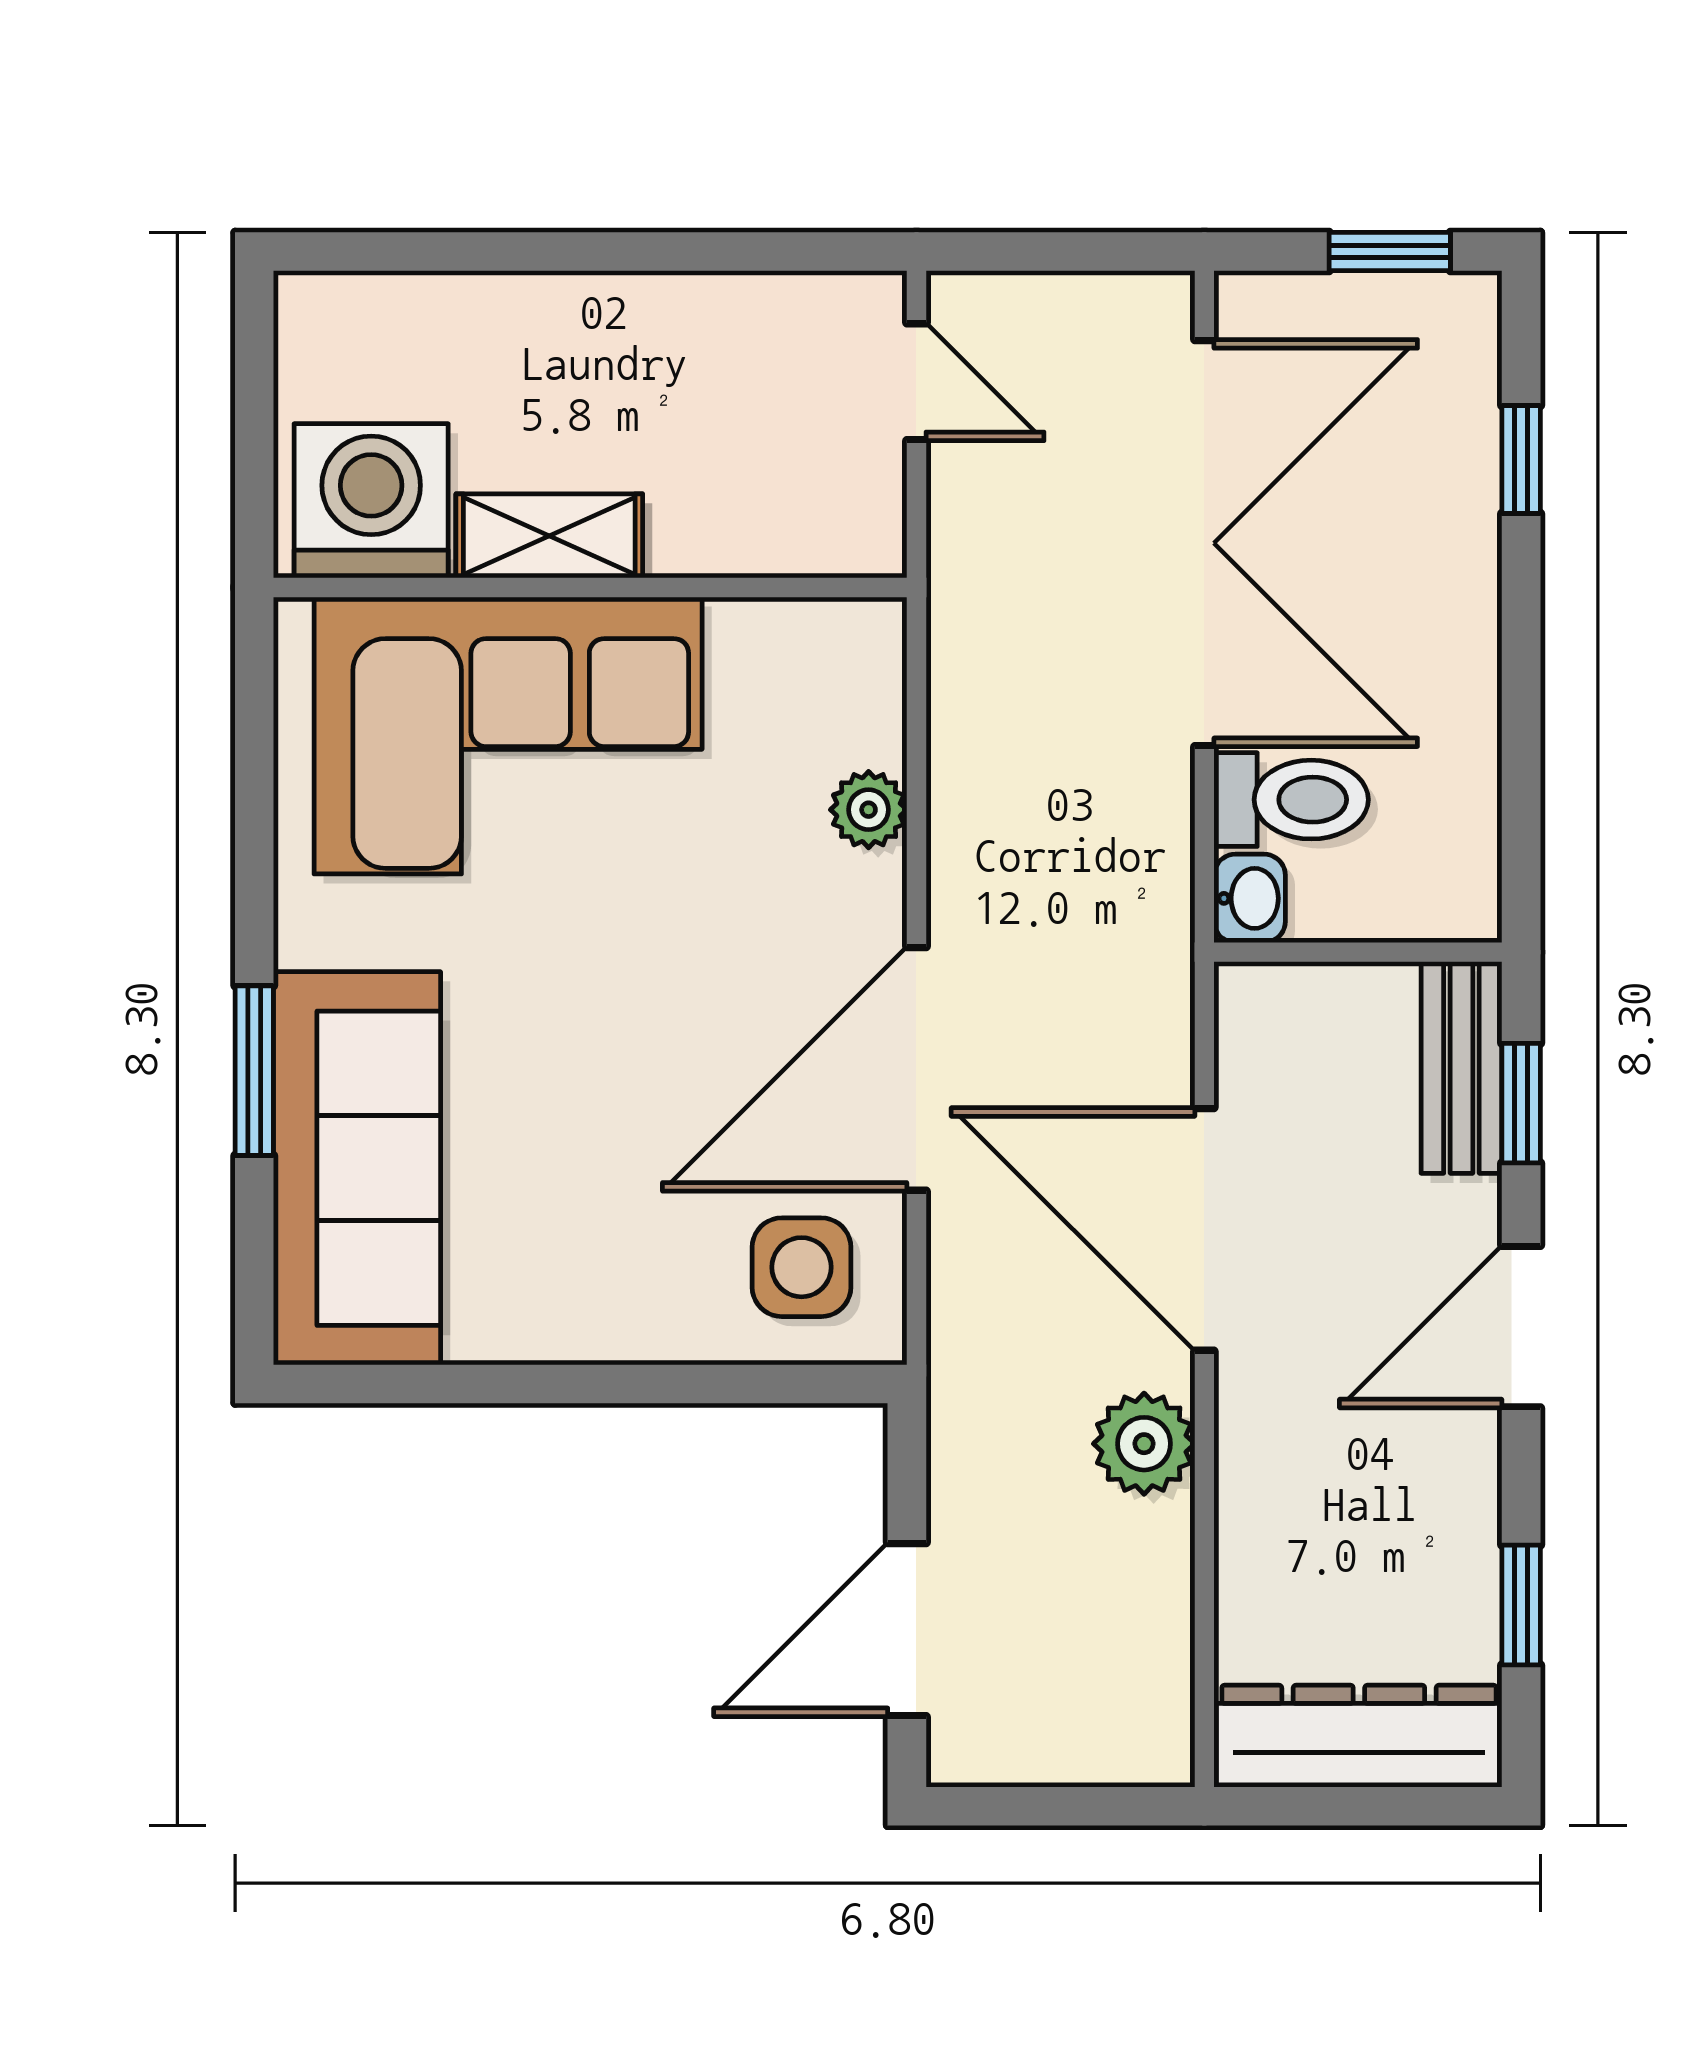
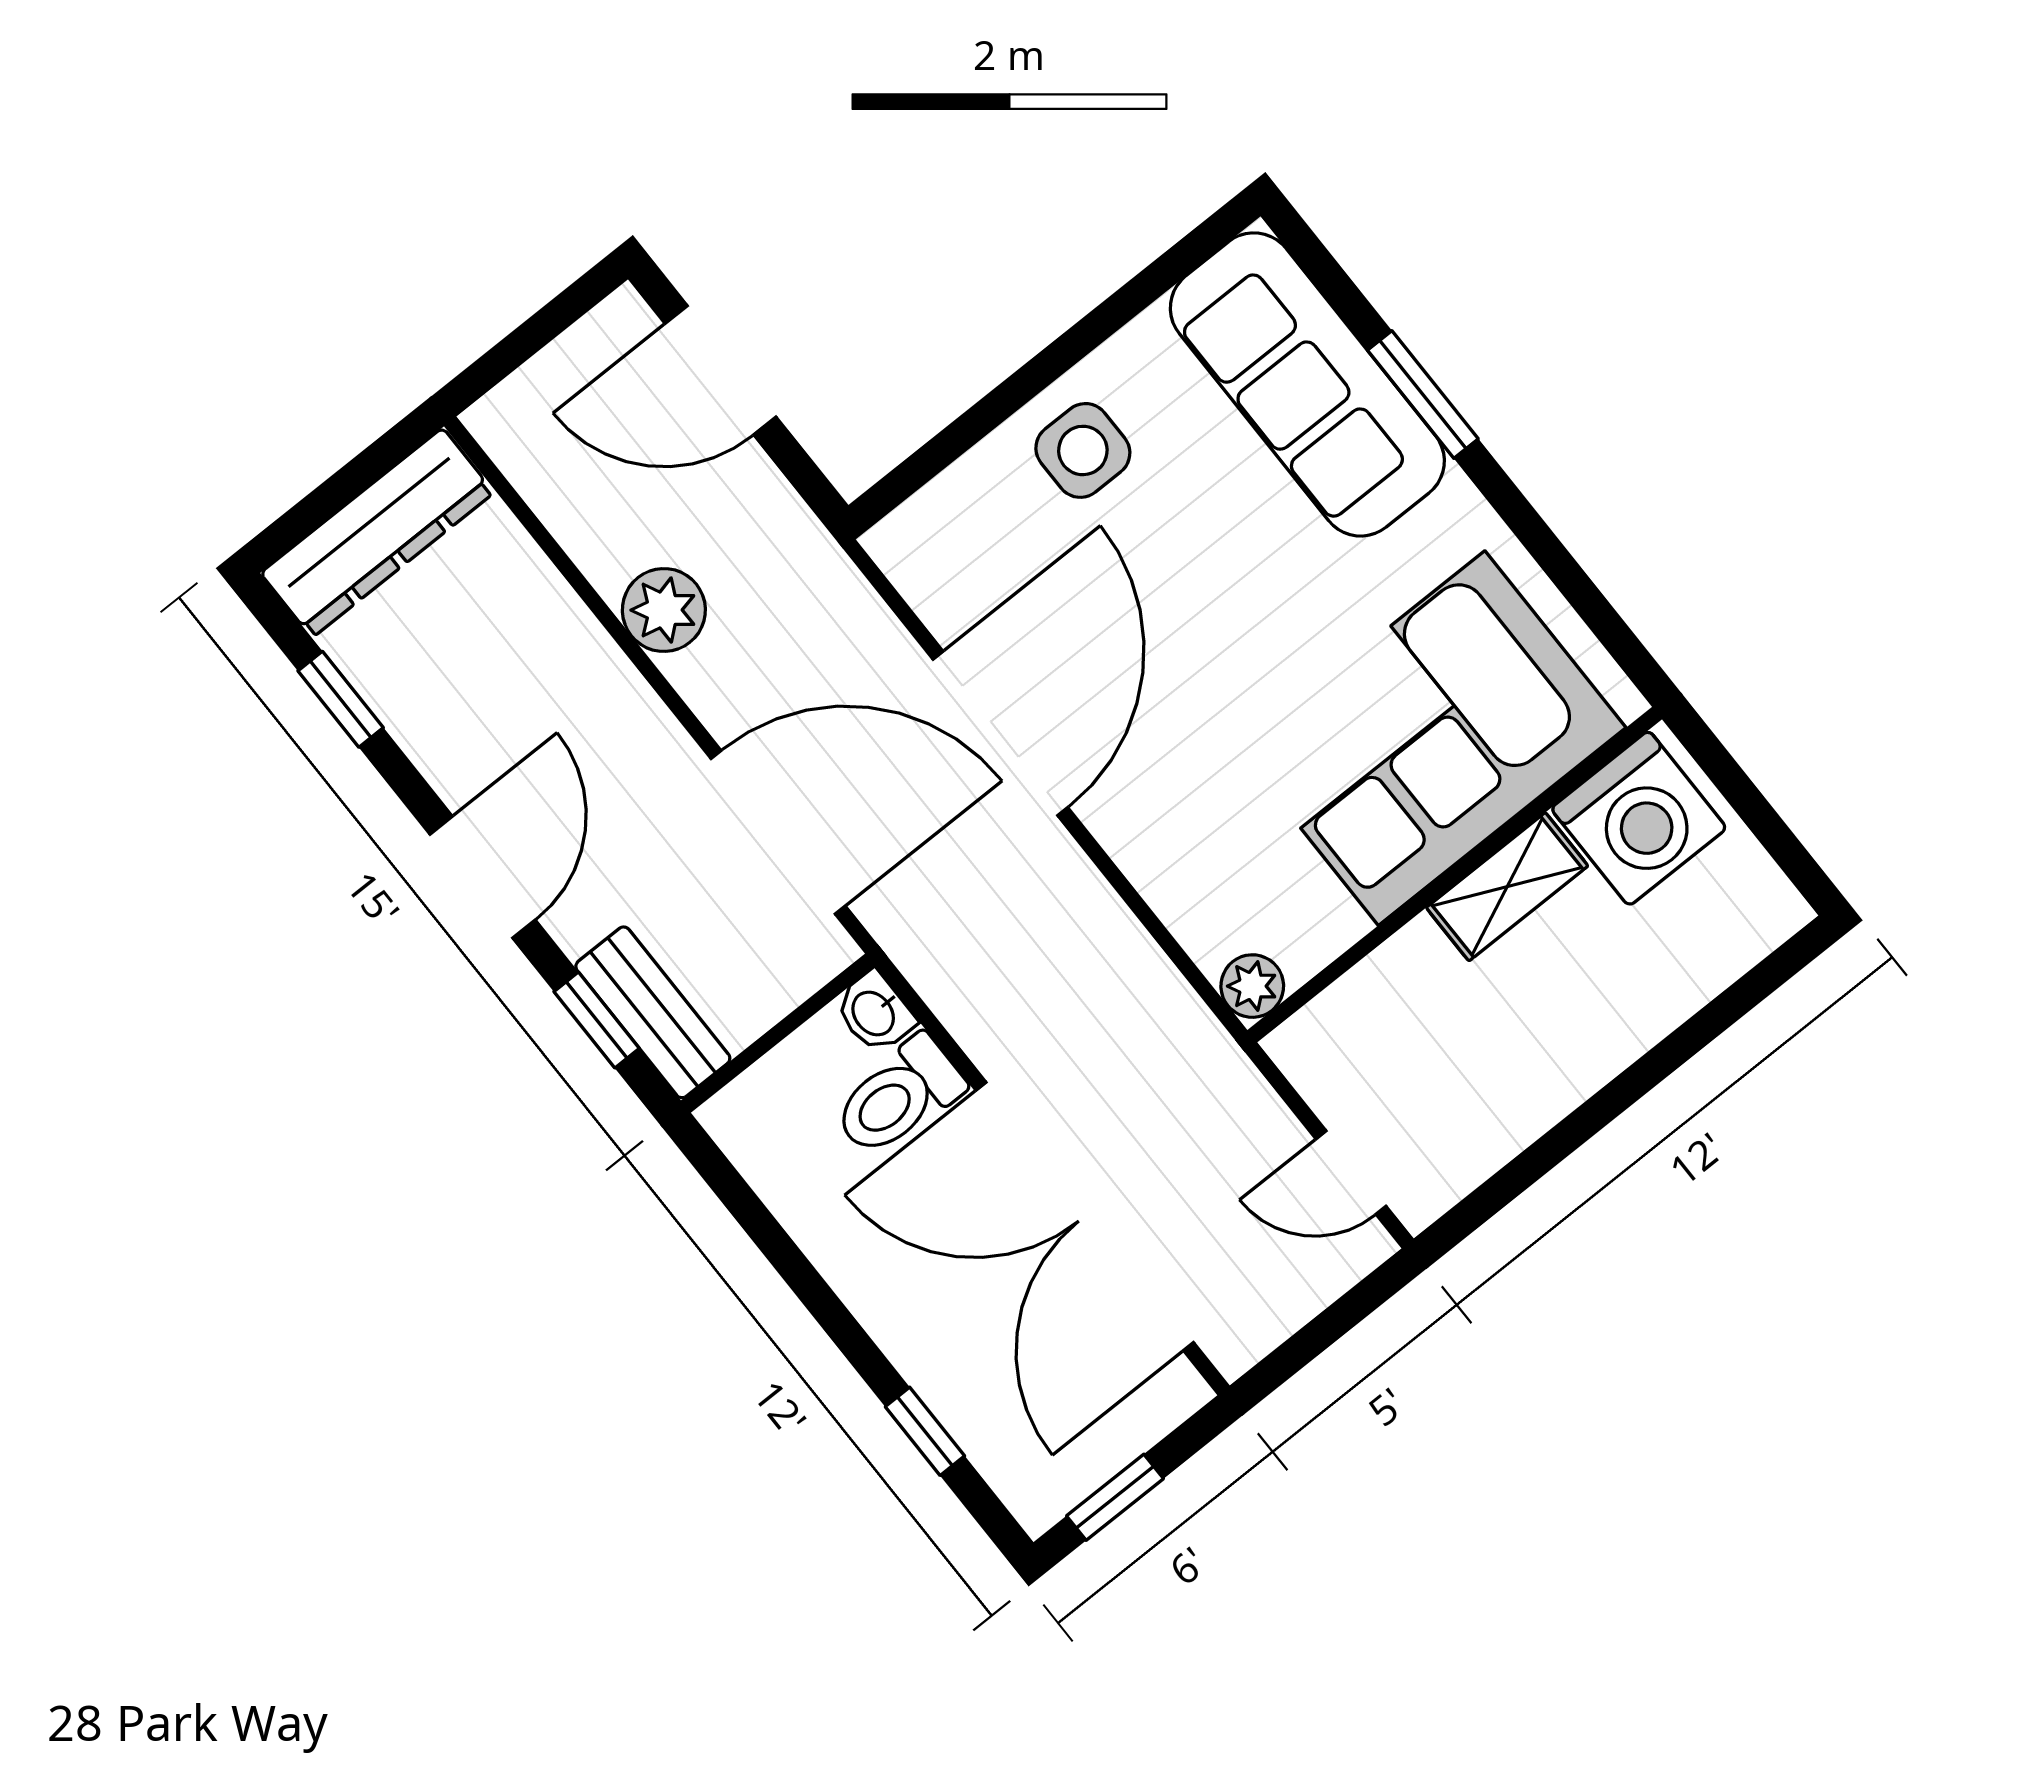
plant: (869, 810) -> (1252, 986), moved
door: (1204, 1229) -> (778, 832), moved
side table: (801, 1267) -> (1083, 450), moved
door: (907, 1630) -> (721, 370), swing flipped

